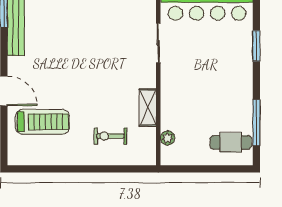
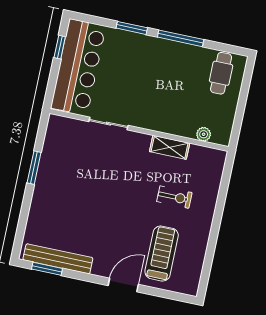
window: (256, 123) -> (181, 38), moved
exercise bike: (110, 136) -> (174, 197), moved, turned -90

